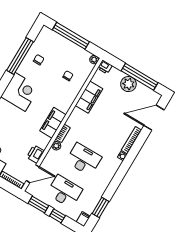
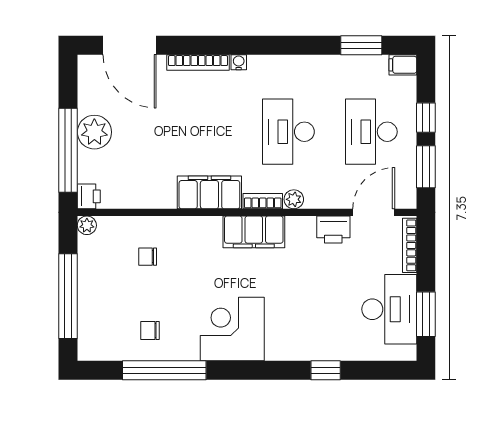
window: (140, 77) -> (68, 150), moved
filing cabinet: (89, 97) -> (209, 192), moved
door: (33, 174) -> (374, 212), hinge flipped

